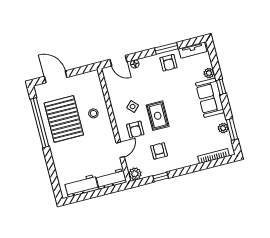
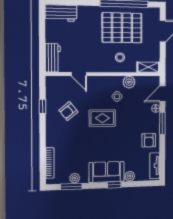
window: (166, 48) -> (162, 123), moved
armchair: (168, 63) -> (149, 140), turned -90
shelving: (96, 82) -> (148, 67), added
armchair: (135, 130) -> (95, 93), removed
armchair: (159, 151) -> (68, 111), turned 141
plant: (135, 174) -> (129, 82), moved
workbench: (81, 186) -> (61, 13), moved, turned 90

